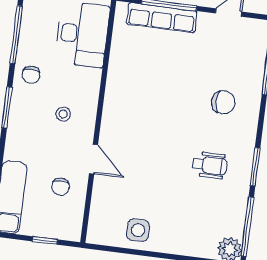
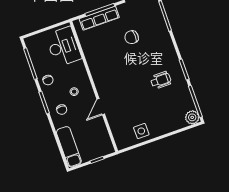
chair: (223, 102) -> (132, 37), moved, turned 180
door: (93, 159) -> (101, 107), swing flipped
chair: (61, 187) -> (62, 110), moved

